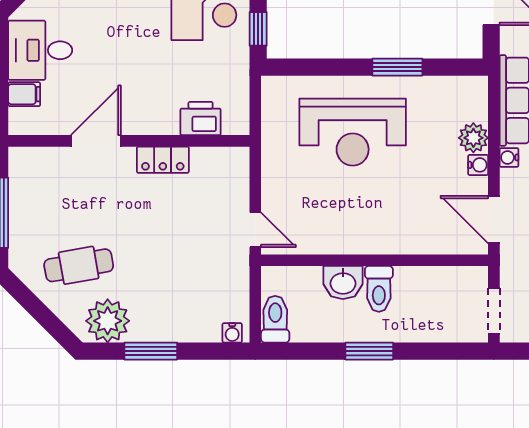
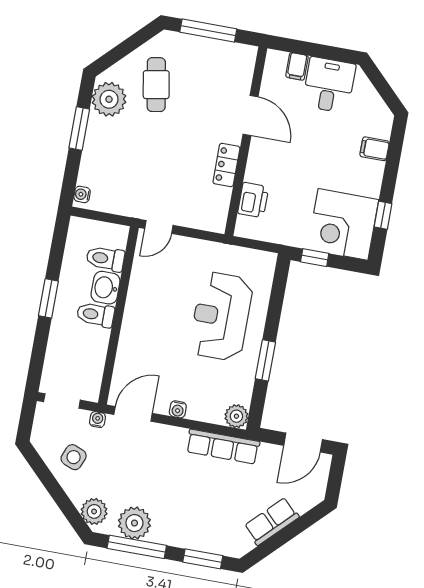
plant: (473, 138) -> (236, 416), moved
water cooler: (509, 157) -> (97, 420), moved
toilet: (275, 319) -> (105, 259), moved, turned 180

